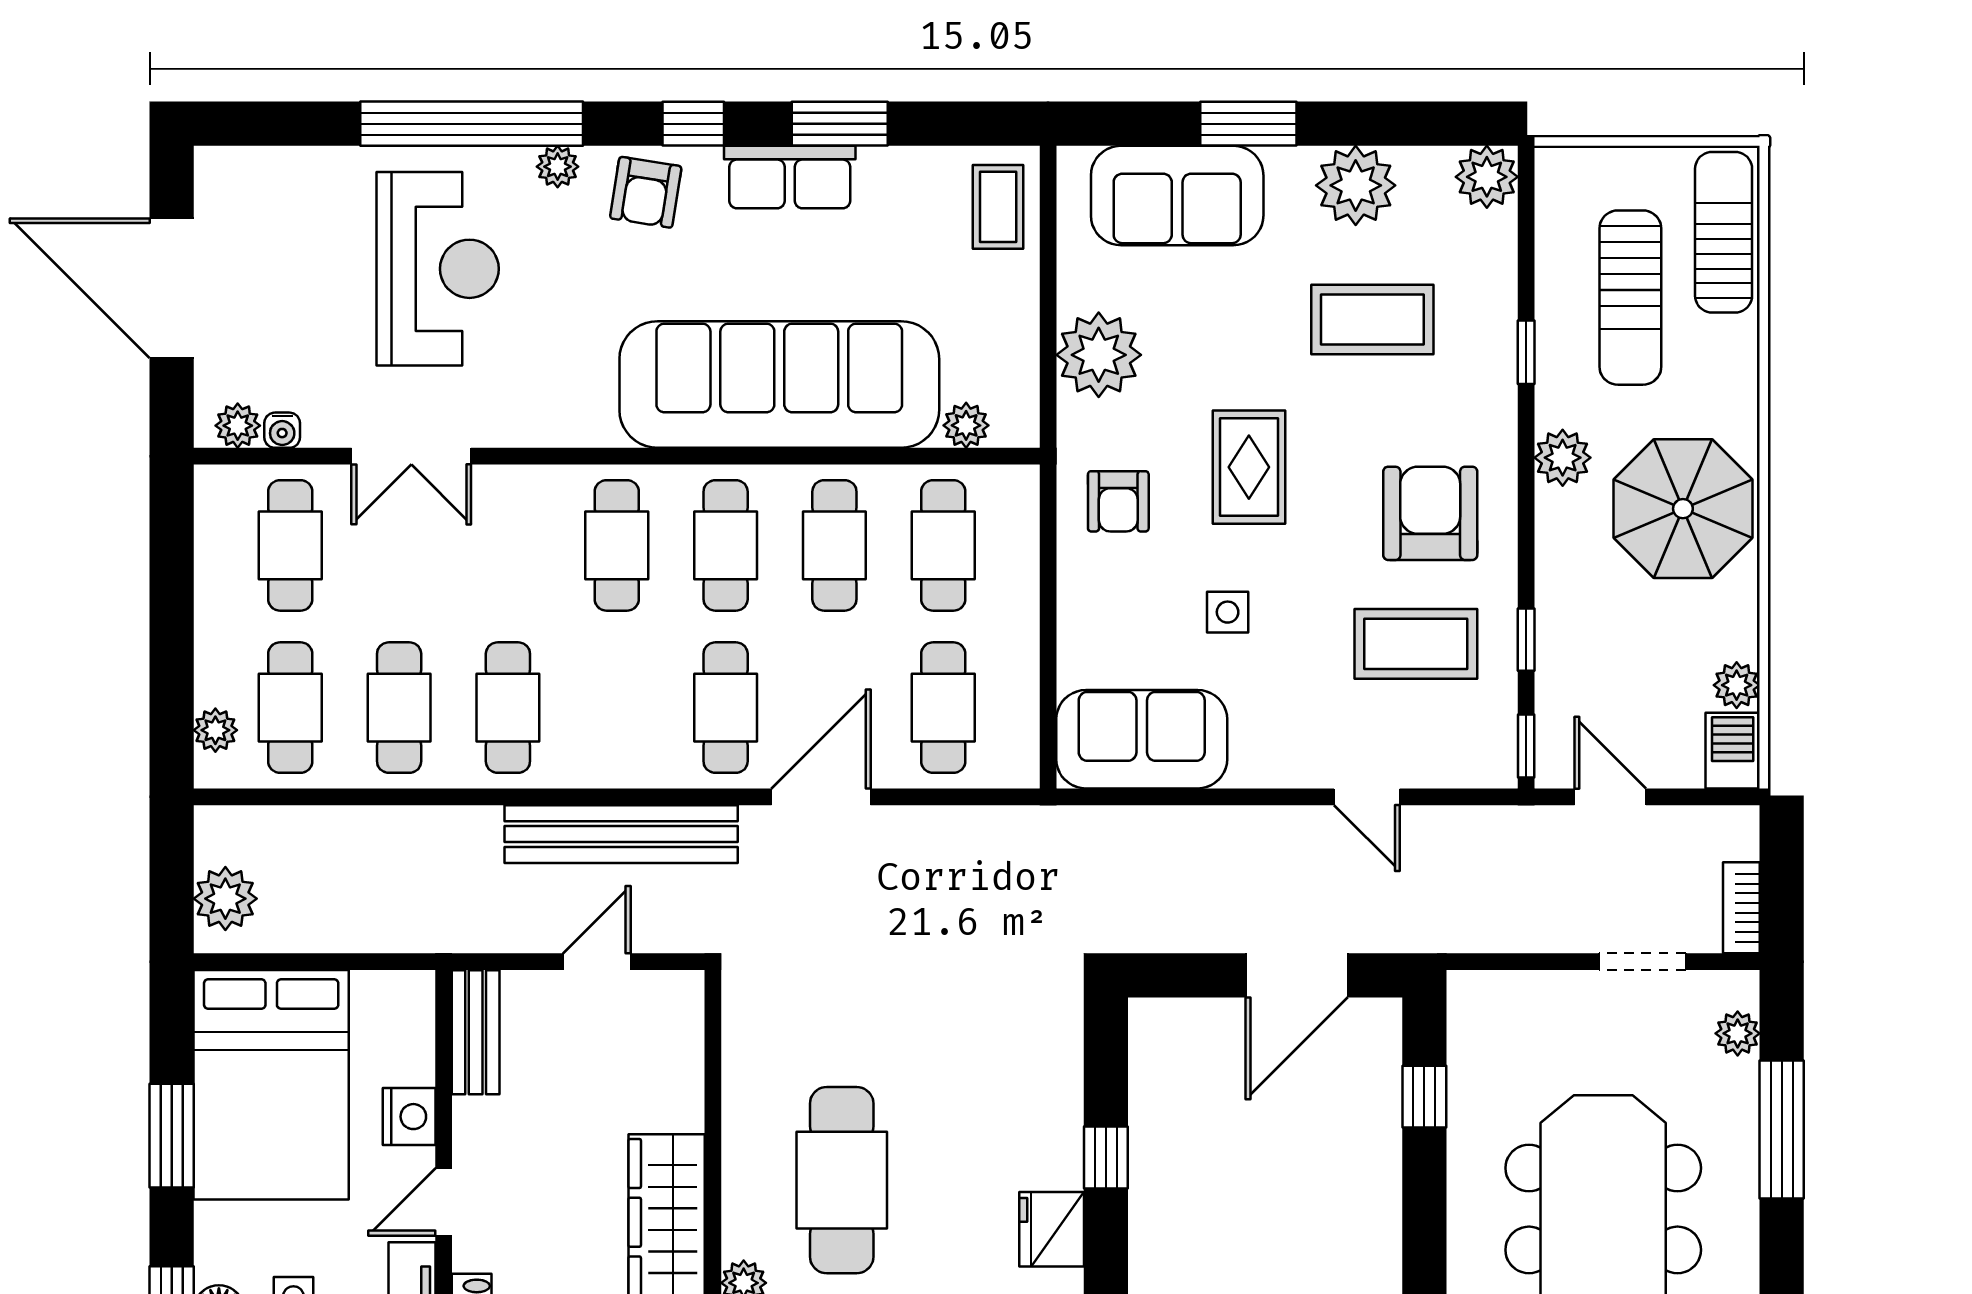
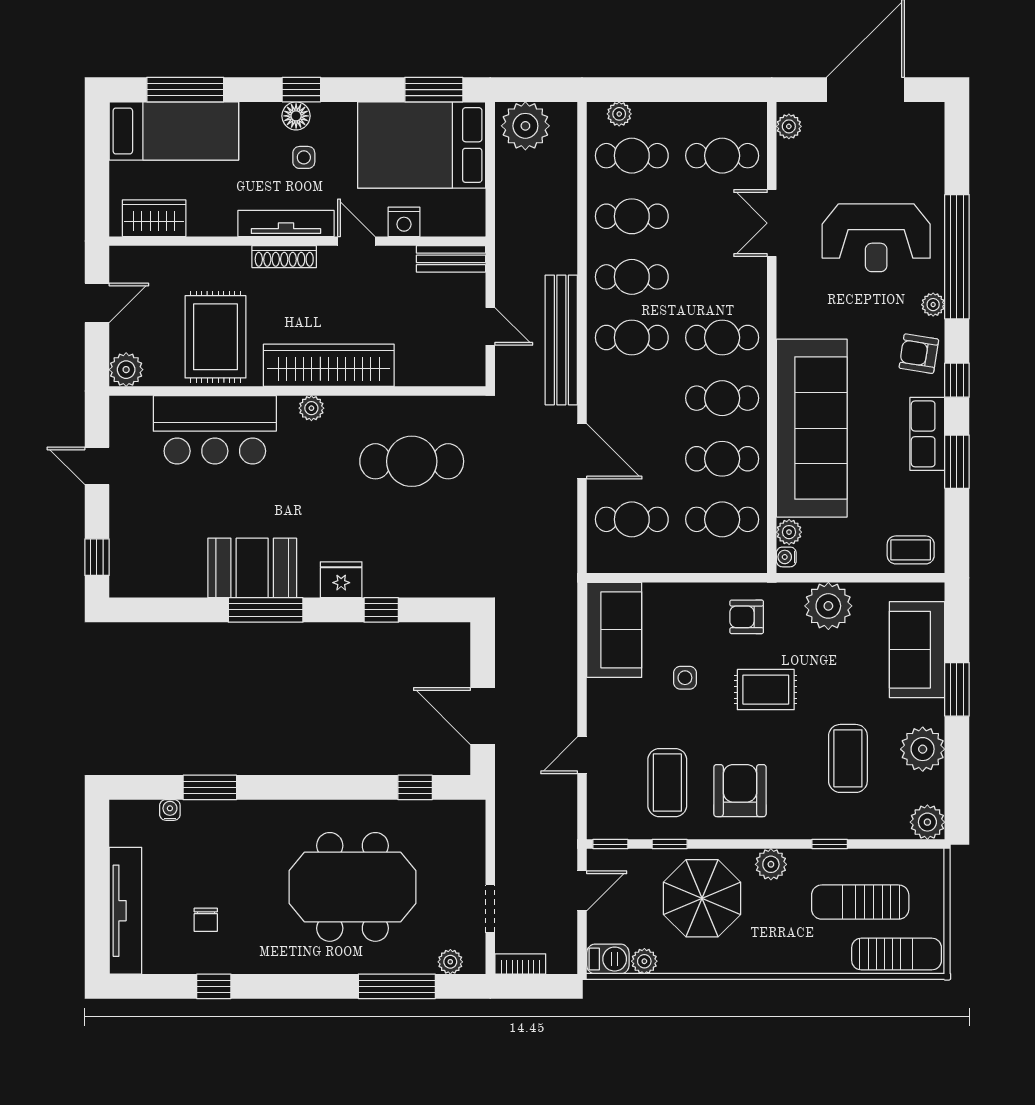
water cooler: (282, 430) -> (786, 557), moved
parasol: (1683, 509) -> (702, 898), moved
armchair: (1430, 513) -> (740, 791), turned -90
cafe table: (726, 708) -> (632, 338), moved
plant: (225, 899) -> (525, 126), width x1.36, depth x1.36
window: (172, 1136) -> (434, 90), moved
cafe table: (842, 1180) -> (412, 461), moved

